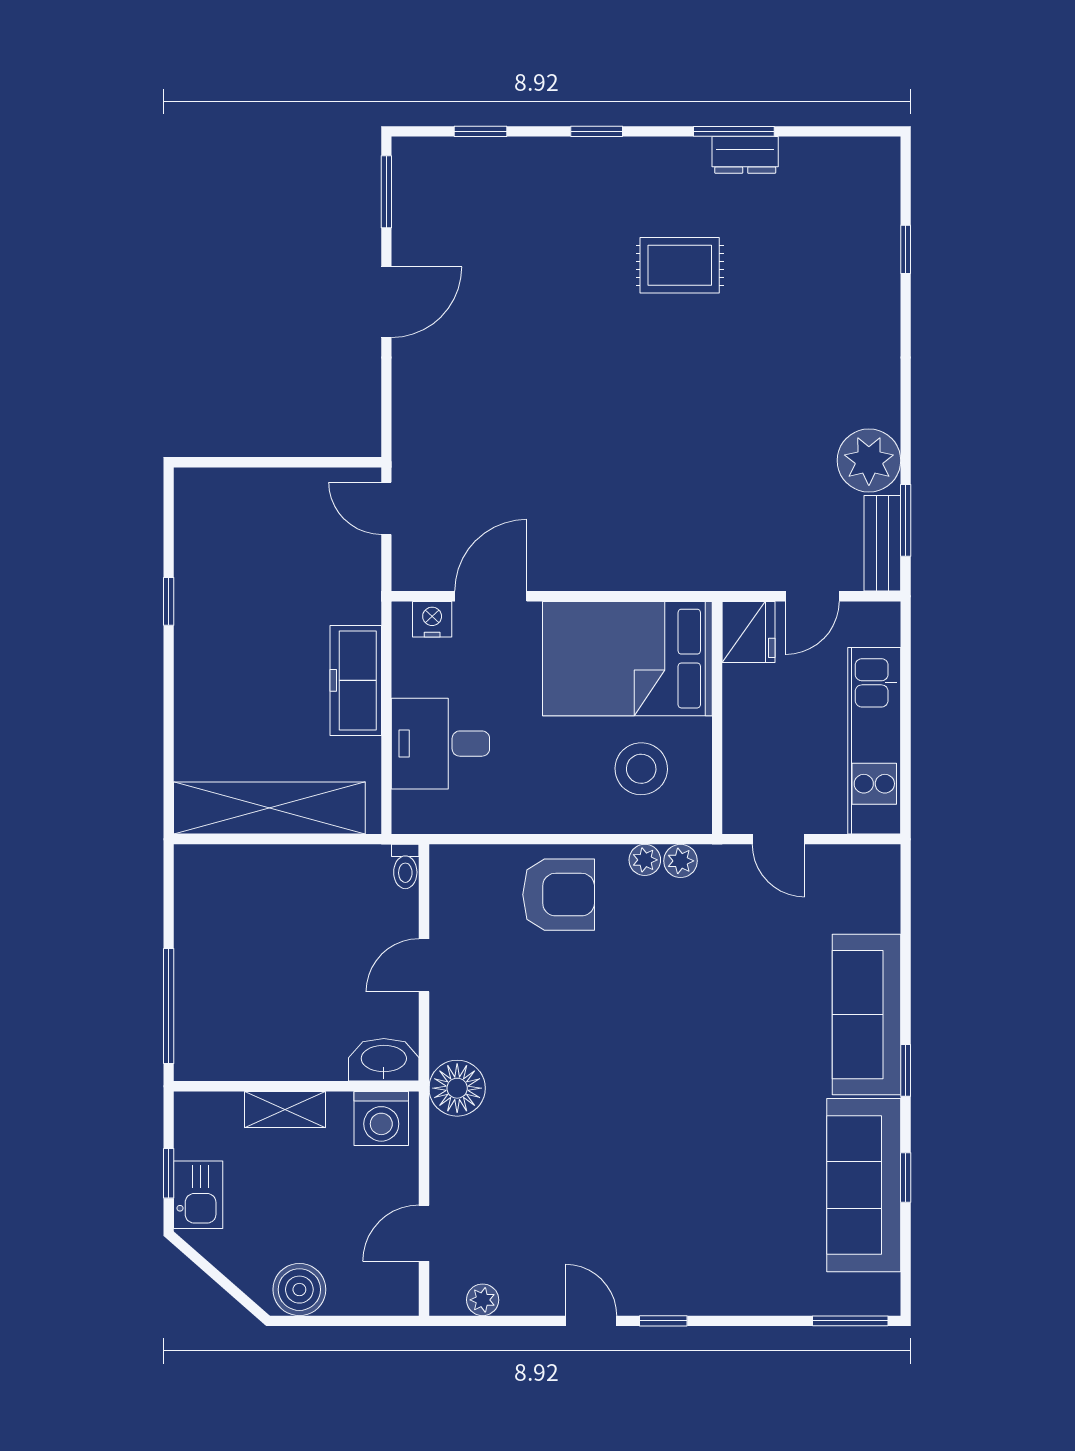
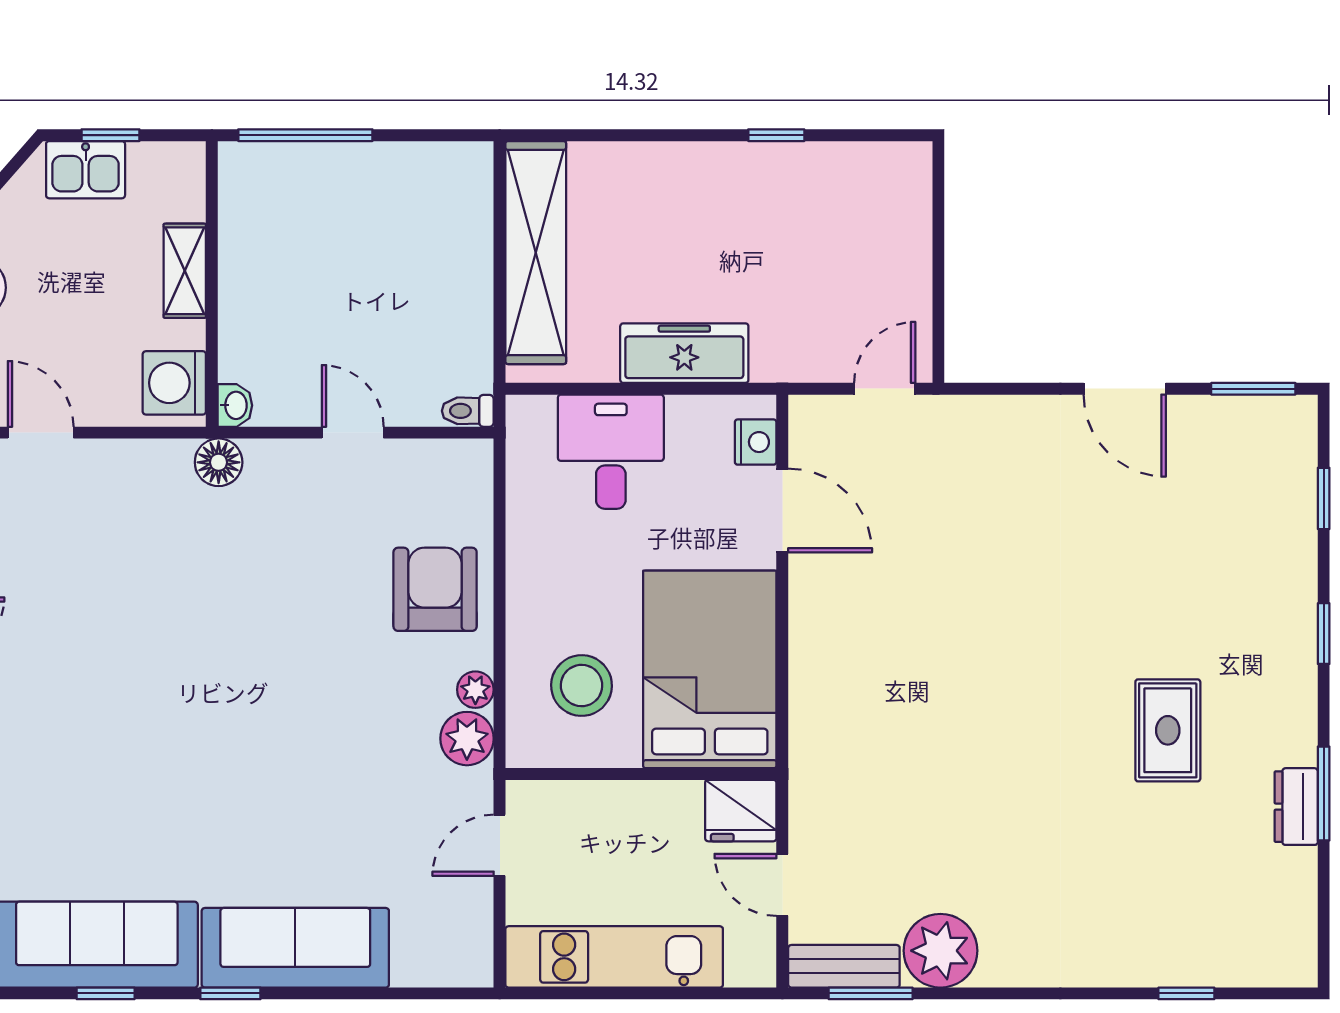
plant: (681, 861) -> (467, 739), width x1.38, depth x1.38
armchair: (559, 895) -> (435, 589), turned 180
washbasin: (384, 1060) -> (235, 405), width x0.52, depth x0.69
floor lamp: (457, 1088) -> (219, 462), width x0.73, depth x0.73

